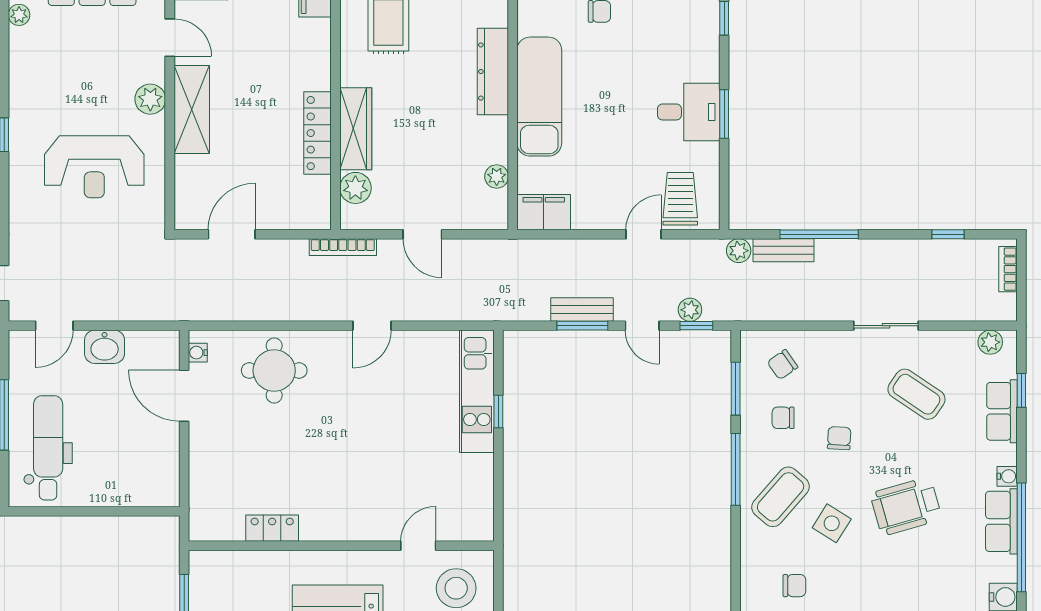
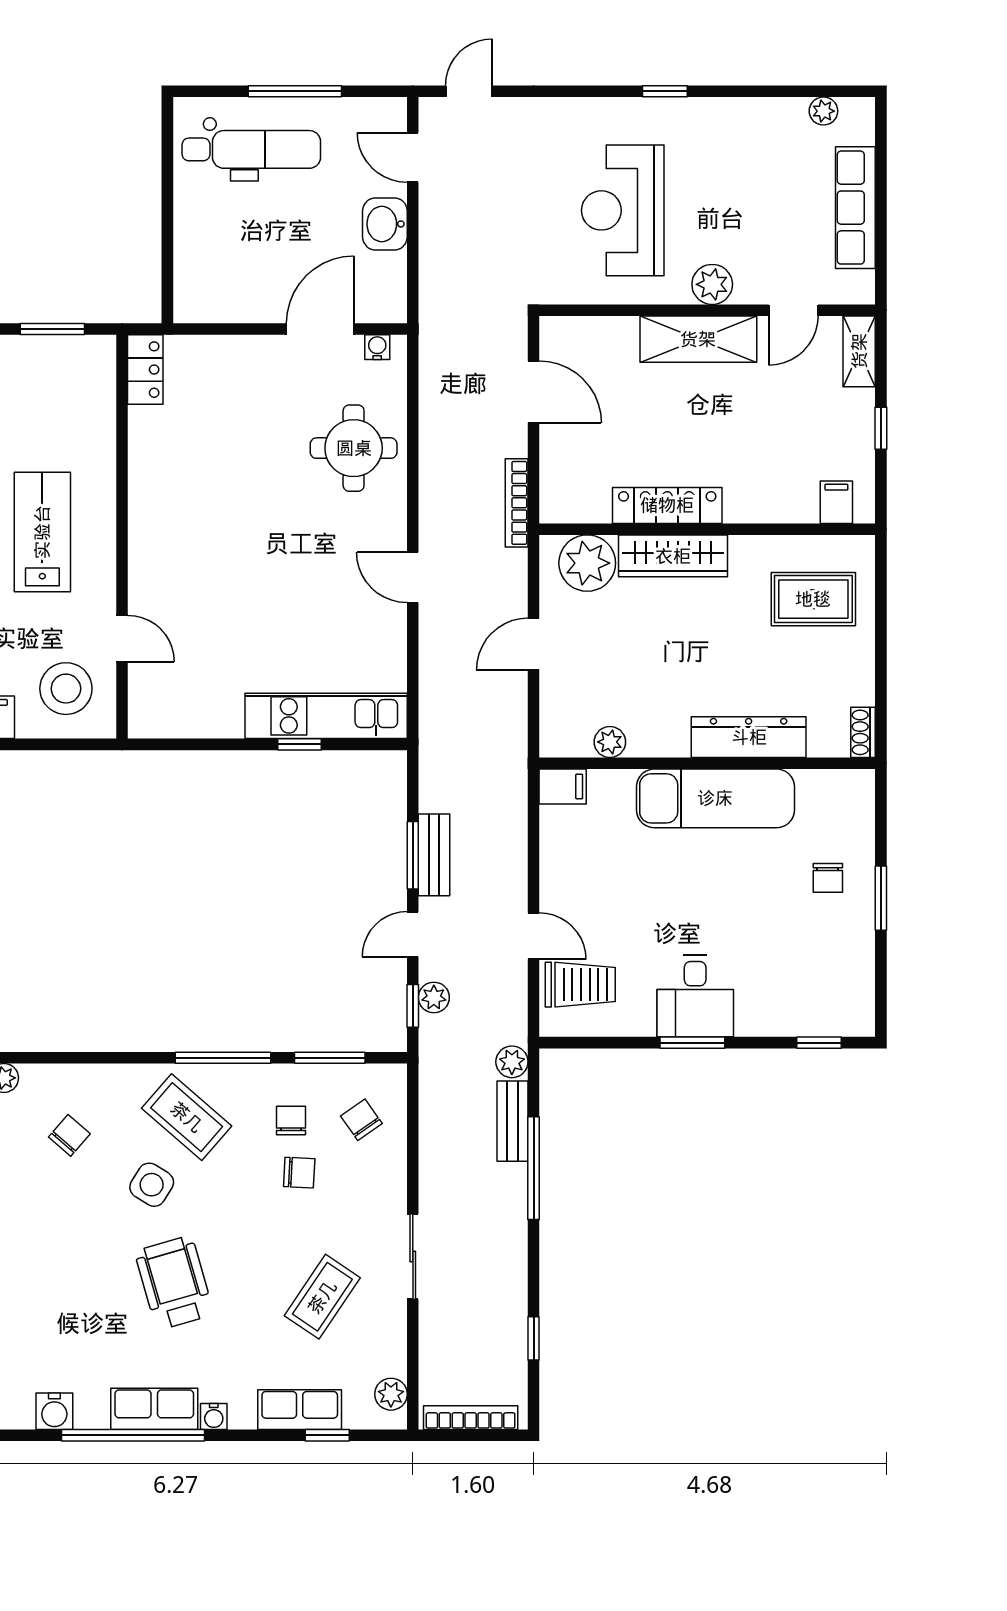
plant: (355, 188) -> (587, 563), width x1.36, depth x1.36
filing cabinet: (544, 212) -> (563, 787), width x0.50
bookcase: (343, 247) -> (517, 503), moved
bookcase: (1008, 269) -> (471, 1418), width x1.56
chair: (839, 438) -> (299, 1173), moved
locker: (272, 528) -> (145, 370), moved
chair: (794, 586) -> (69, 1135), turned -139

